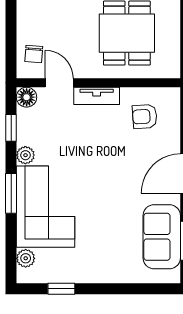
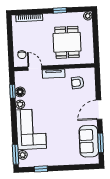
floor lamp: (27, 97) -> (20, 92), moved
window: (11, 193) -> (15, 154), moved

